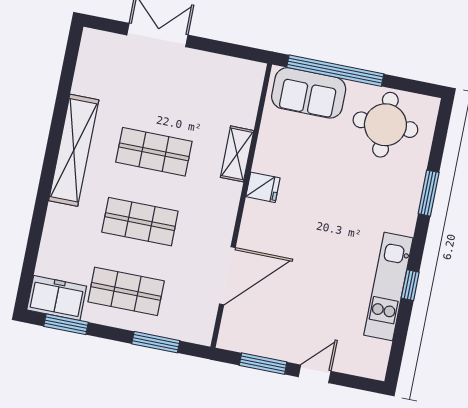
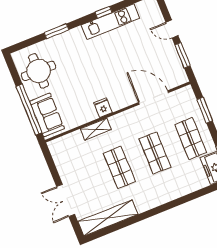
shelving: (74, 150) -> (108, 218), moved

